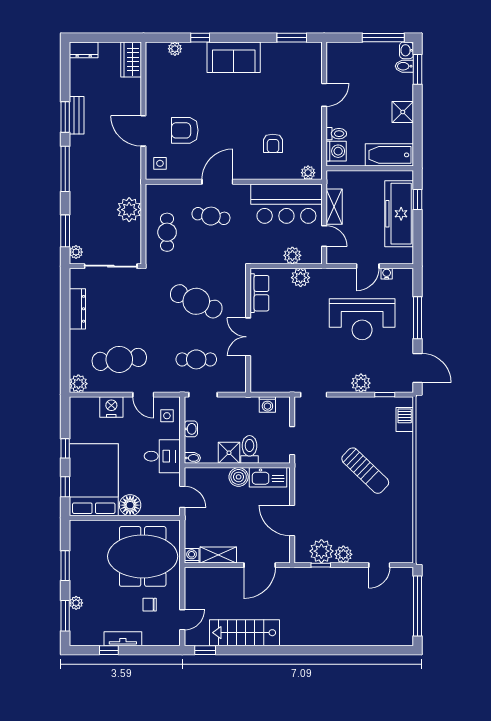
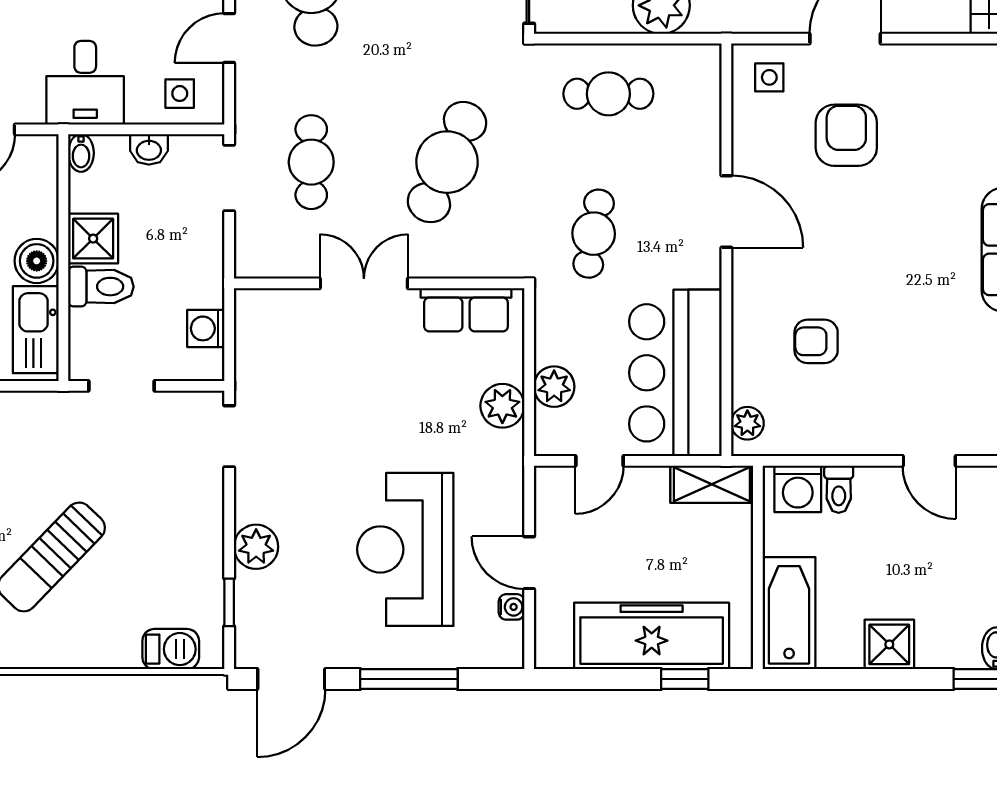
shelving: (334, 207) -> (712, 484), moved
cafe table: (211, 216) -> (594, 234), moved

